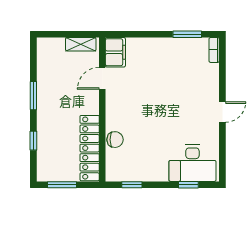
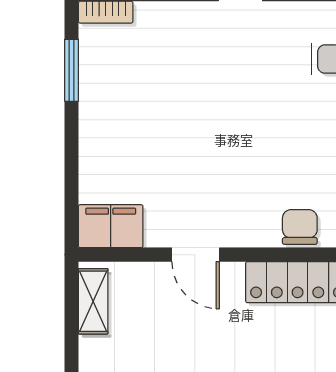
door: (102, 78) -> (196, 255), moved

